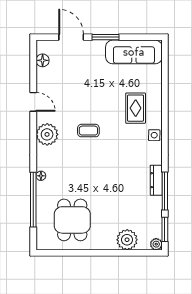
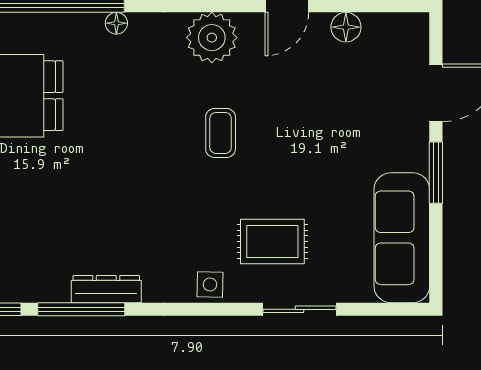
floor lamp: (43, 60) -> (346, 27), moved
sliding door: (165, 96) -> (300, 309), added

